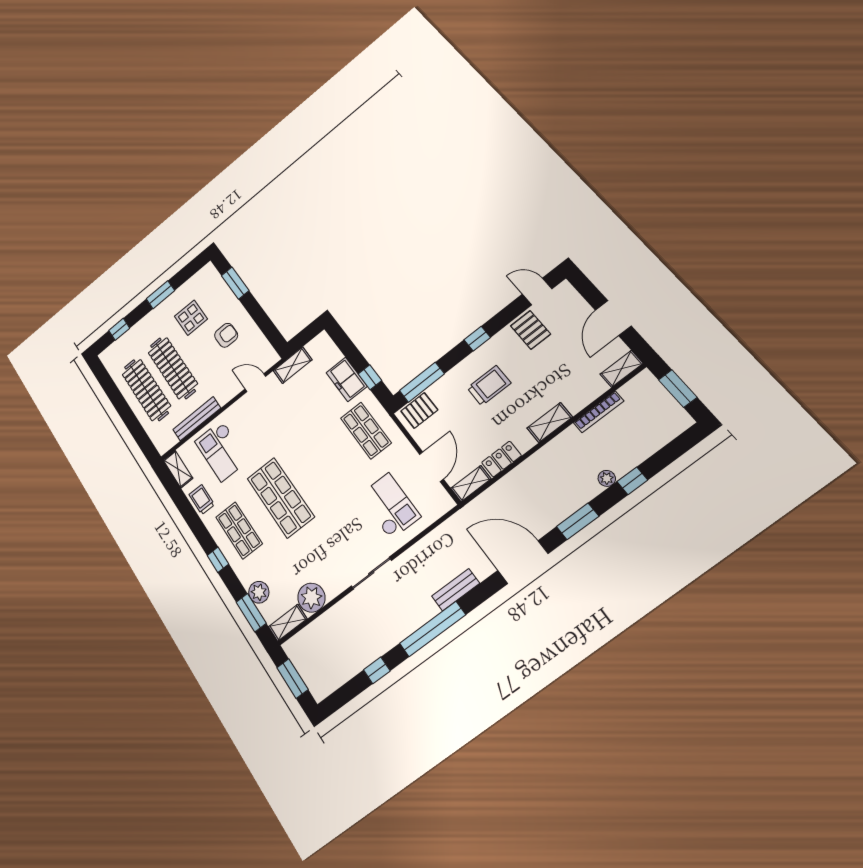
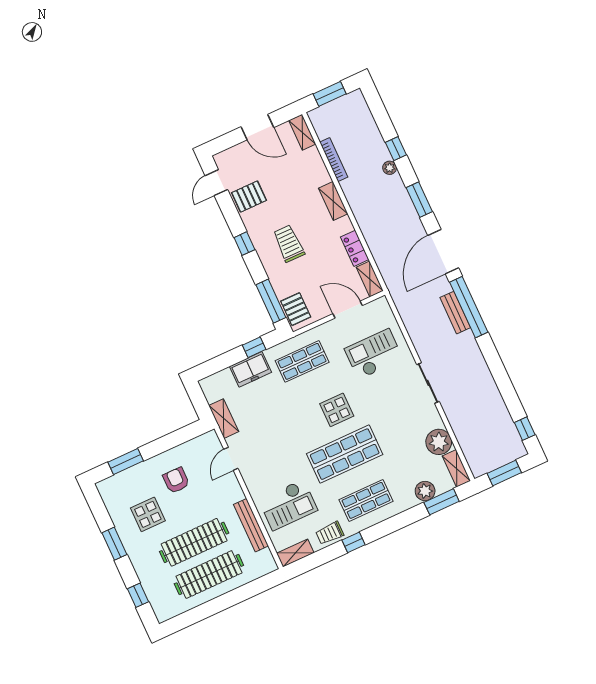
display table: (323, 479) -> (337, 410), added
window: (218, 560) -> (353, 542), moved
window: (432, 629) -> (469, 307), moved
window: (377, 670) -> (525, 429), moved

